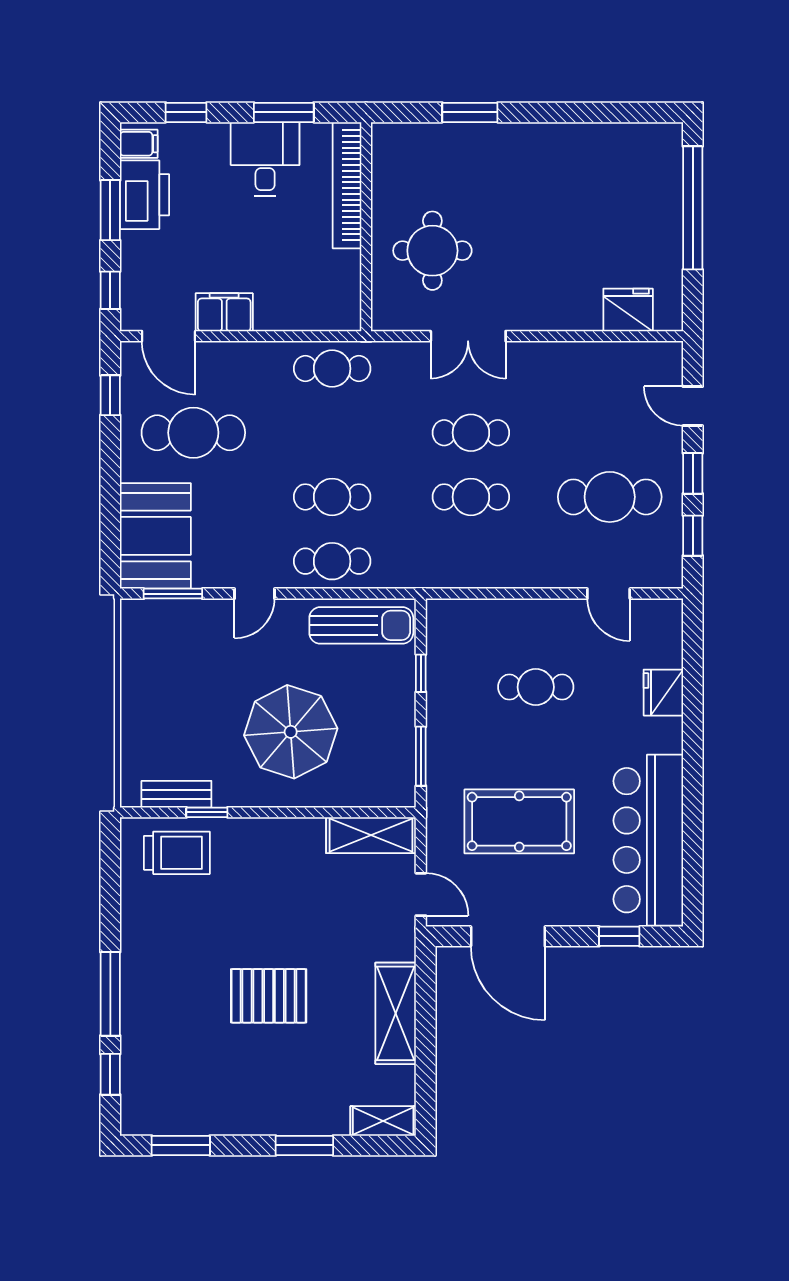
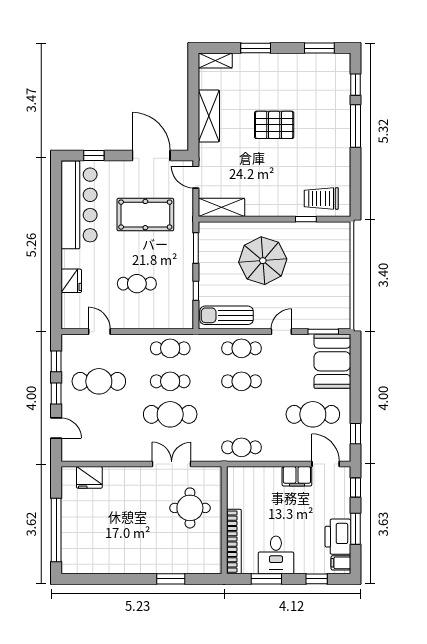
cafe table: (471, 433) -> (170, 414), width x1.37, depth x1.35
cafe table: (471, 561) -> (170, 348), added
bench: (176, 794) -> (322, 229), removed

